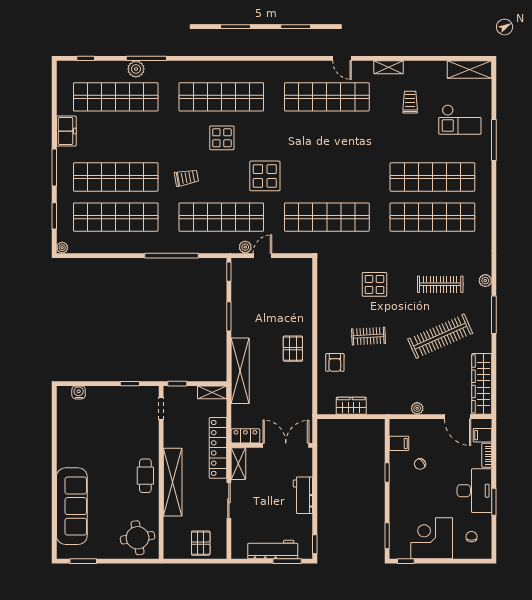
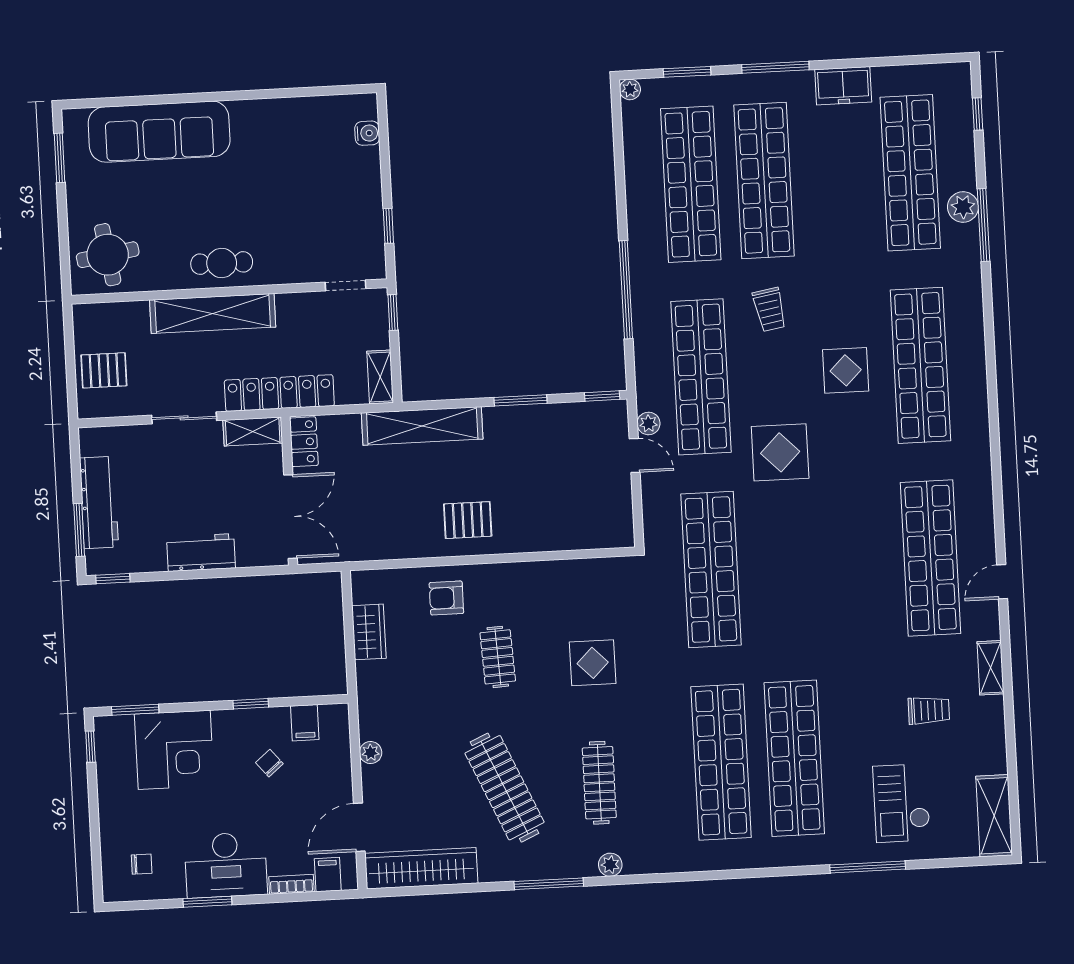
corner desk: (432, 538) -> (174, 750), moved, turned 90

